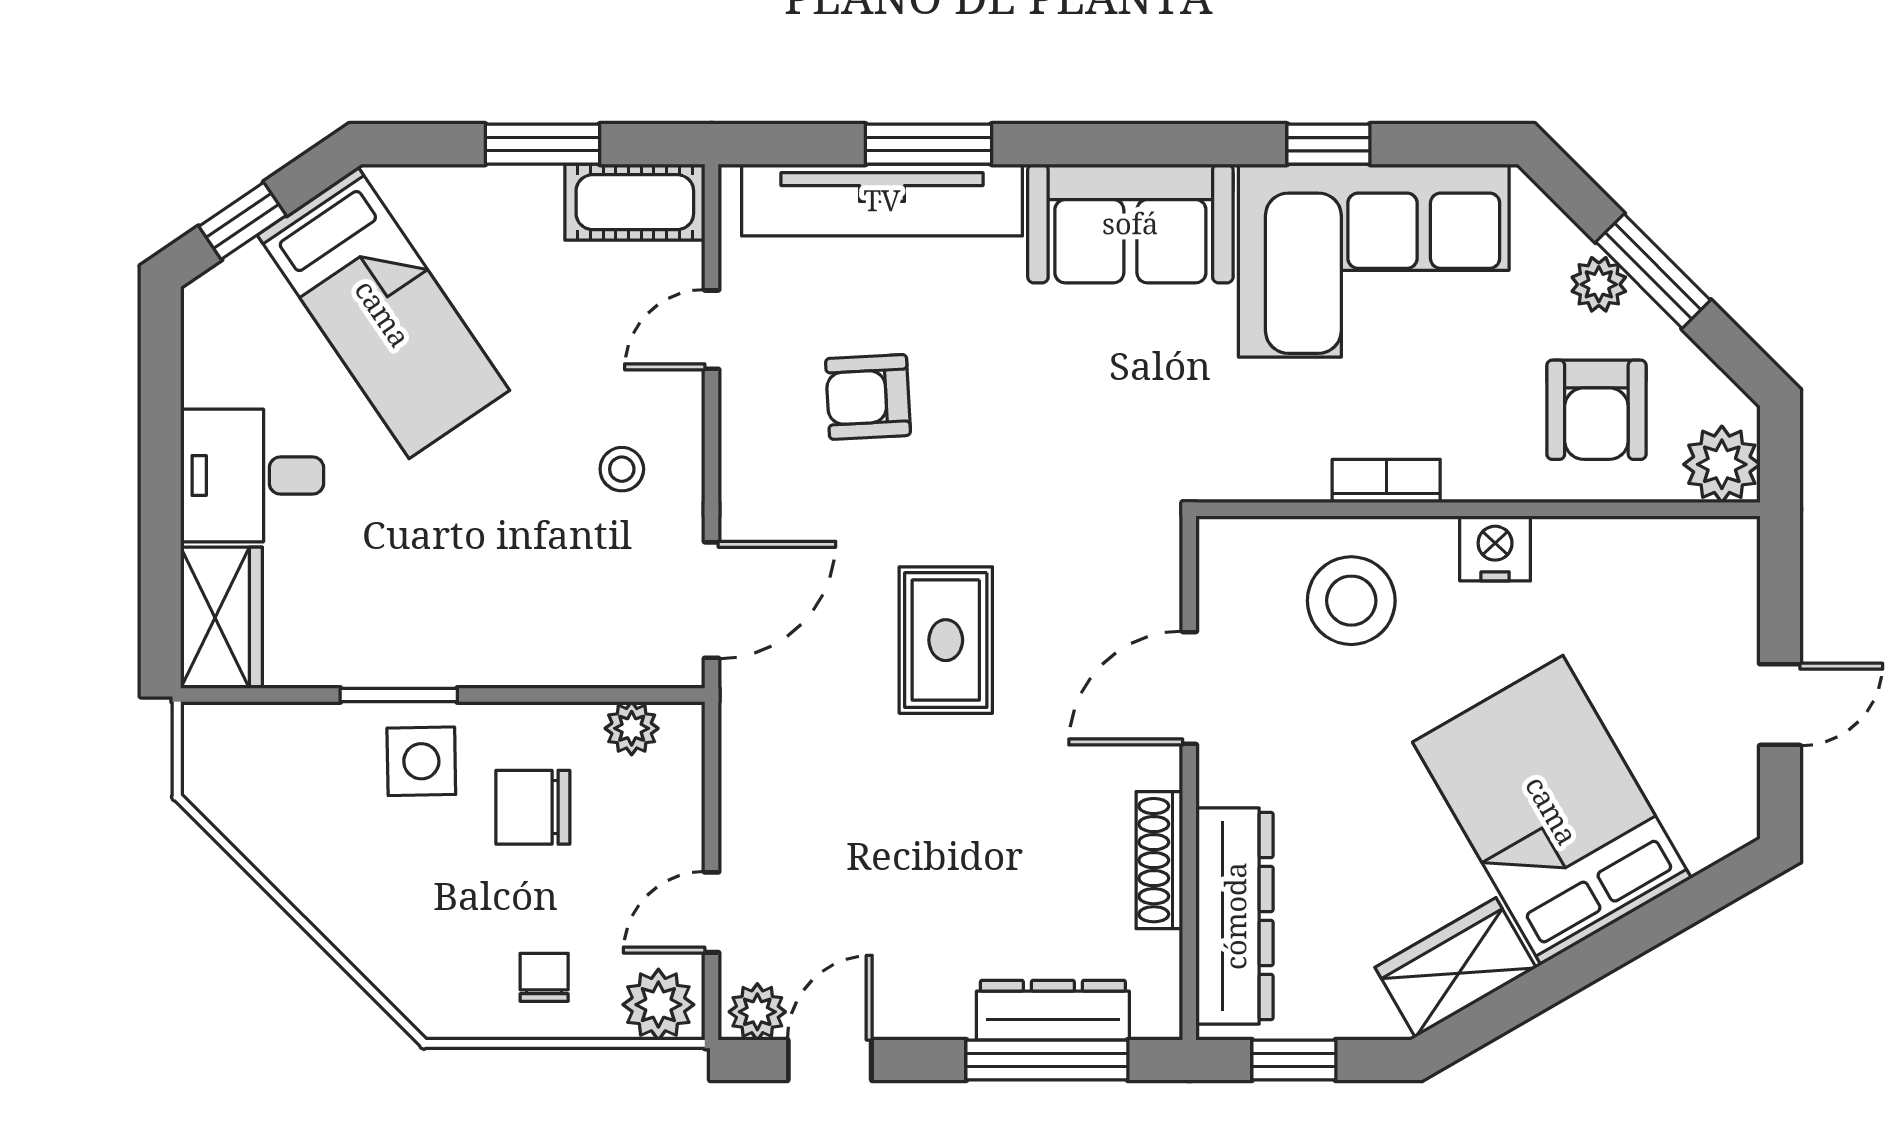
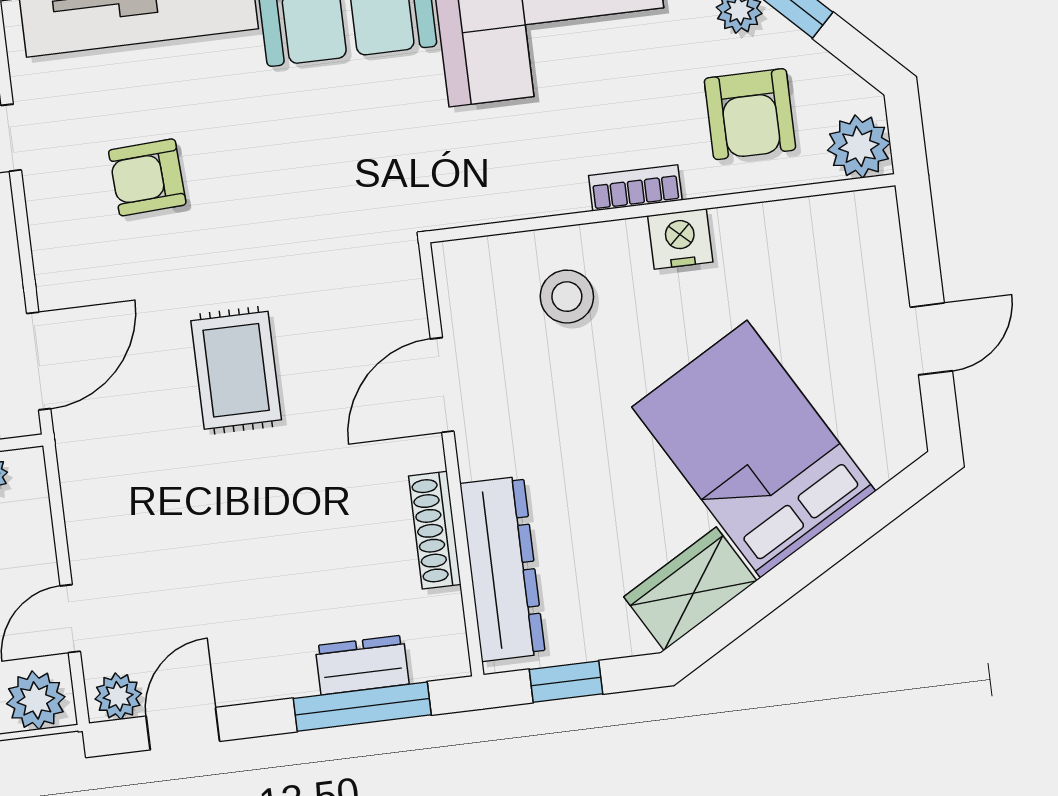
bookcase: (1386, 481) -> (635, 188), moved
stool: (1351, 601) -> (567, 297), width x0.73, depth x0.73
dresser: (1053, 1010) -> (362, 665), width x0.70

